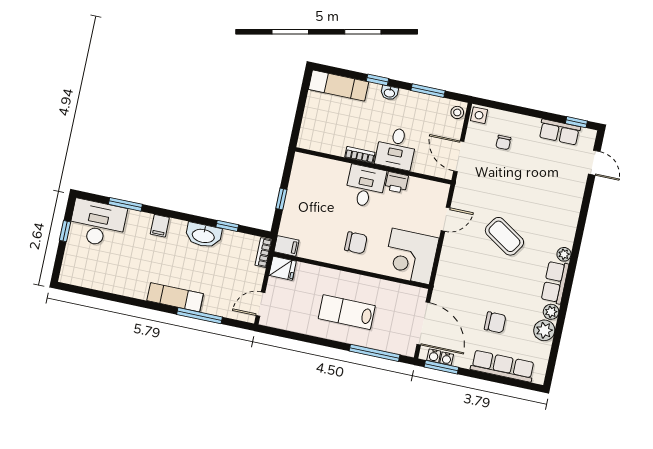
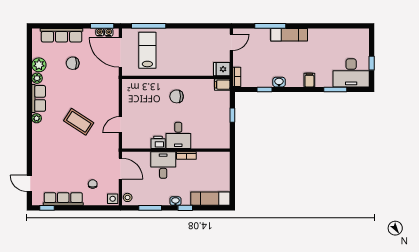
row of seats: (560, 132) -> (63, 199), width x1.48
washbasin: (203, 235) -> (279, 82), width x0.52, depth x0.69
corner desk: (411, 256) -> (138, 95), removed
lab bench: (347, 312) -> (147, 50), moved, turned -90

